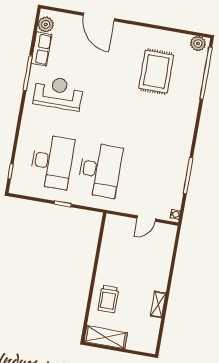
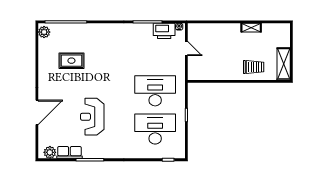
rug: (156, 72) -> (71, 61), width x0.73, depth x0.70
reception desk: (58, 93) -> (92, 117), moved
printer: (173, 194) -> (164, 31), added

